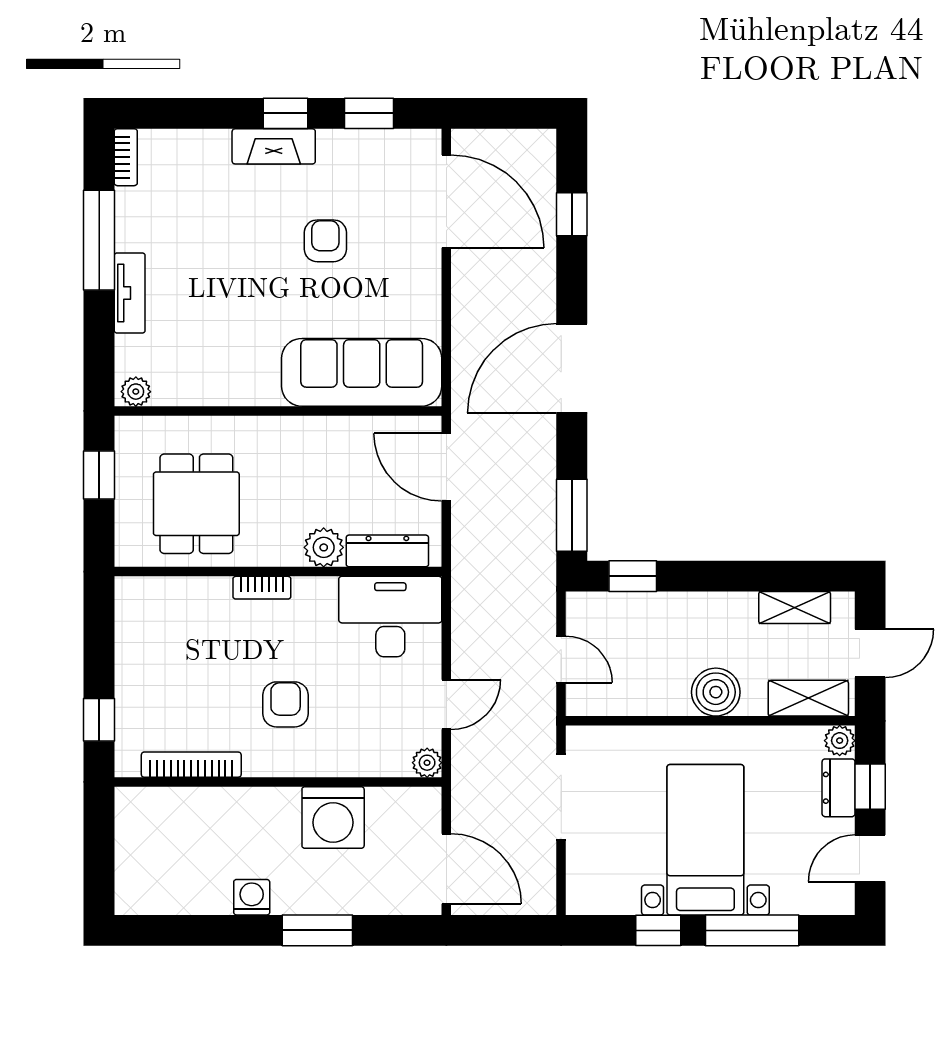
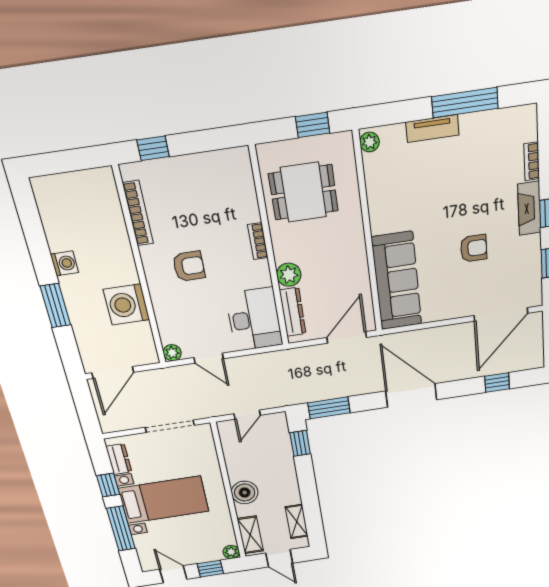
bookcase: (126, 157) -> (532, 161), moved, turned 90
dresser: (839, 788) -> (119, 459), moved, turned 90

